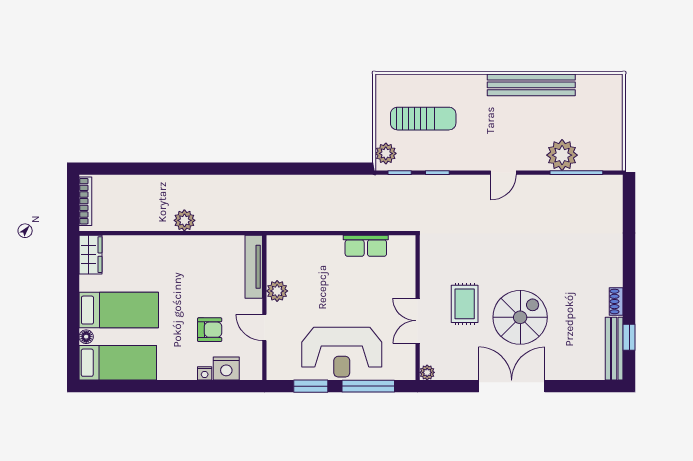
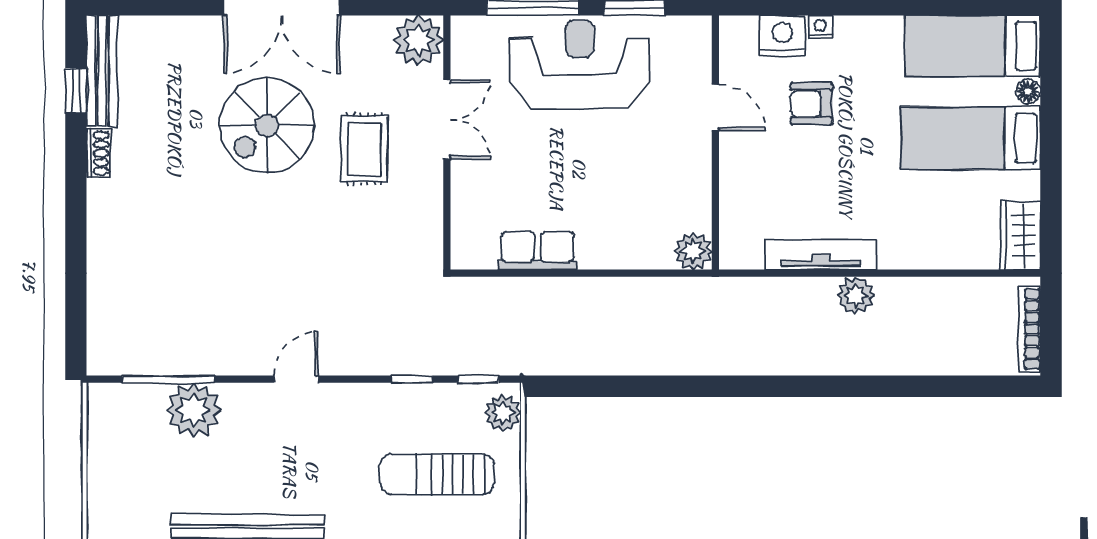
tv unit: (254, 267) -> (821, 255), moved, turned -90
plant: (277, 291) -> (693, 251), moved
plant: (427, 372) -> (418, 40), width x1.88, depth x1.88

